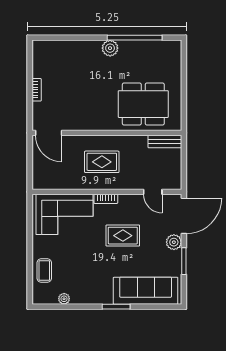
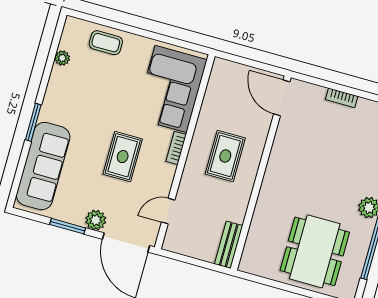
dining table: (143, 104) -> (315, 251), moved
door: (49, 133) -> (282, 98), hinge flipped

